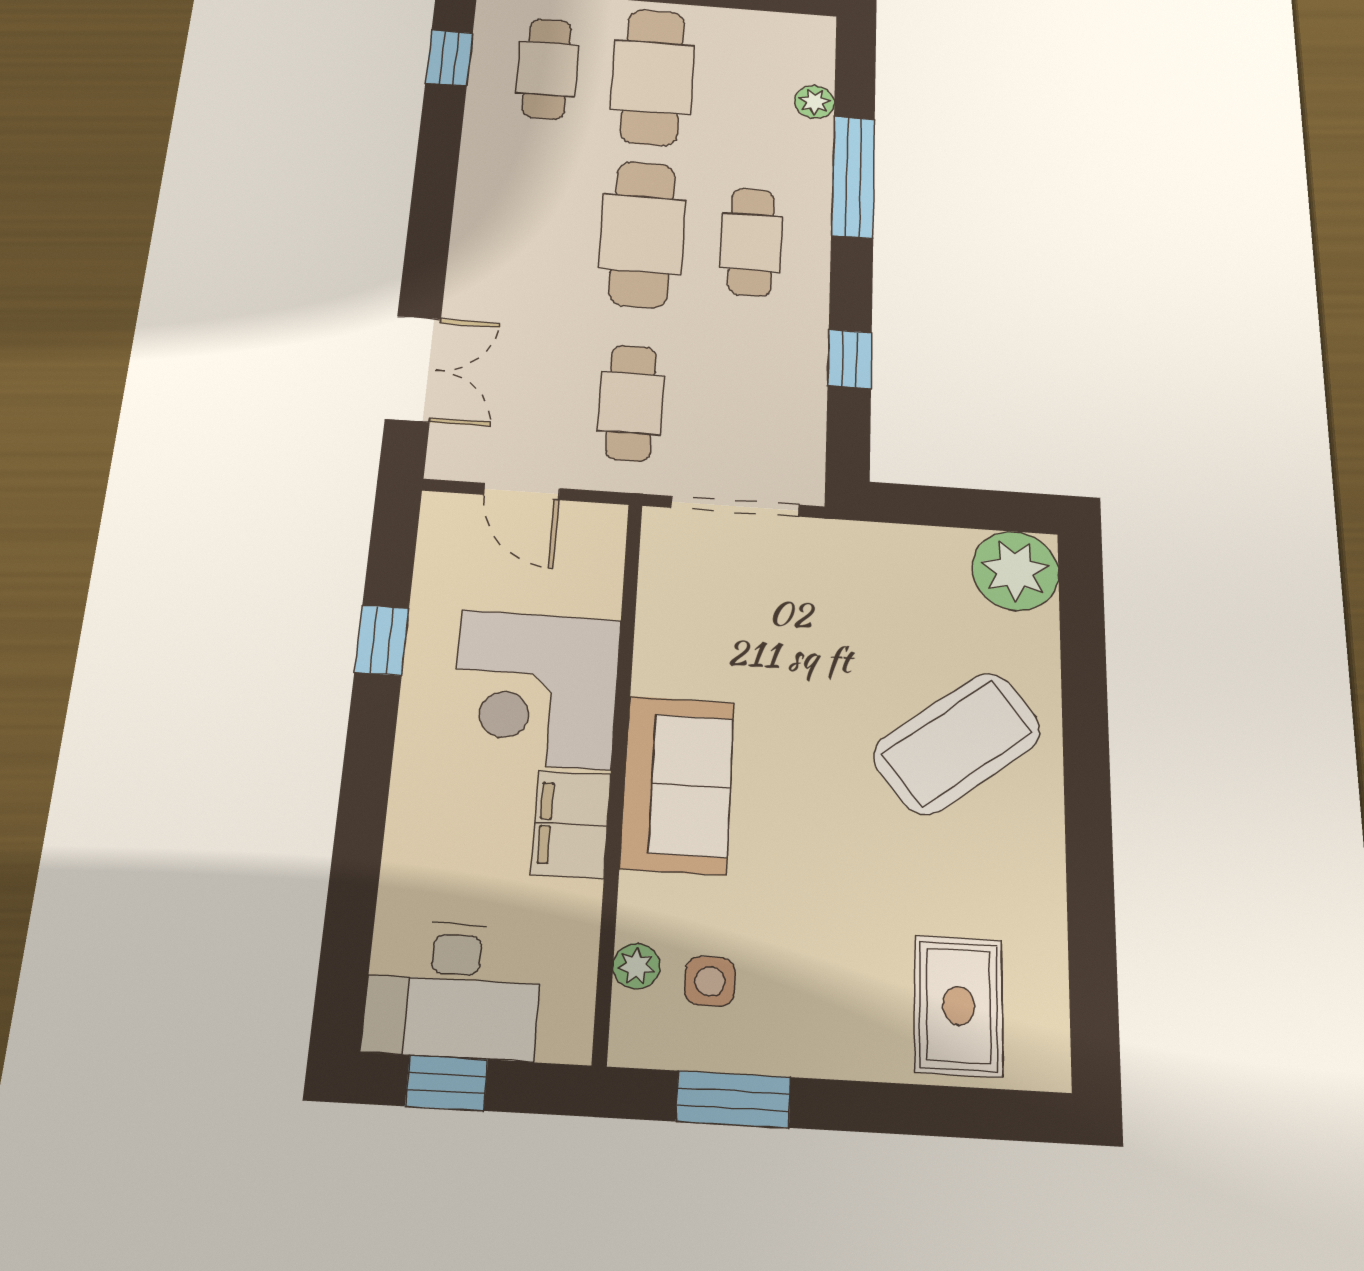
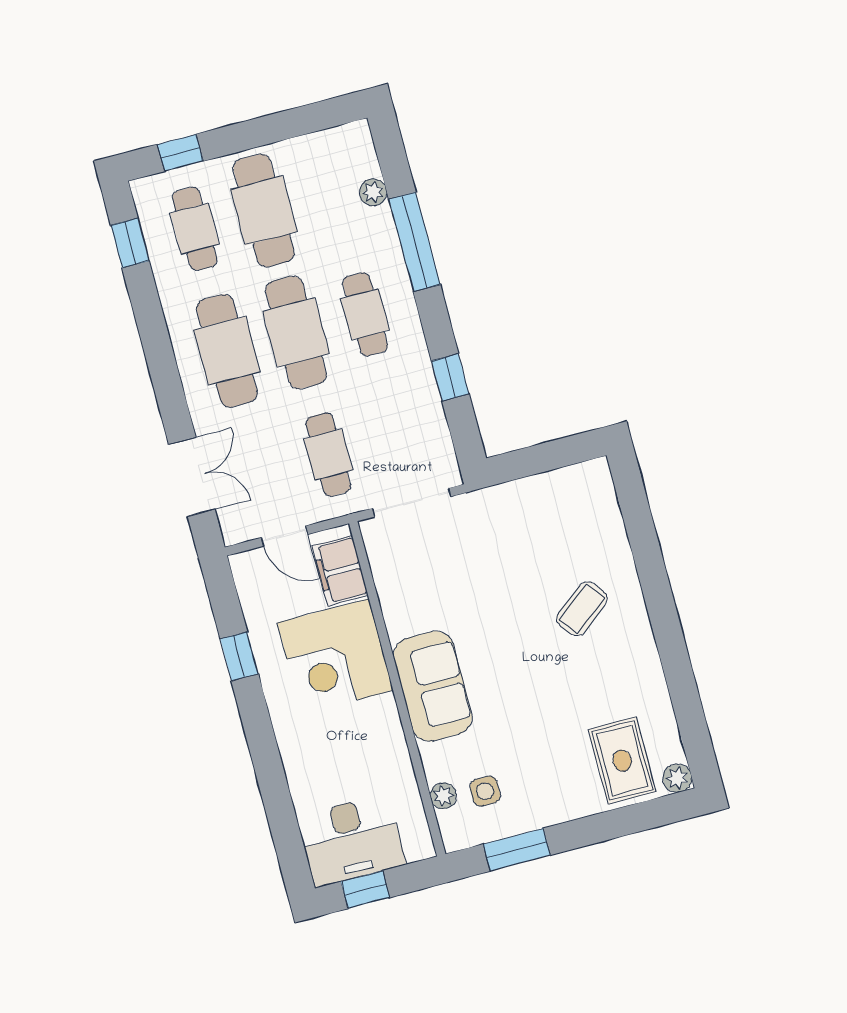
cafe table: (533, 226) -> (227, 351), added
plant: (1015, 571) -> (677, 778), moved, width x0.53, depth x0.53
coffee table: (957, 743) -> (582, 609), width x0.54, depth x0.58
filing cabinet: (571, 824) -> (340, 571), moved

